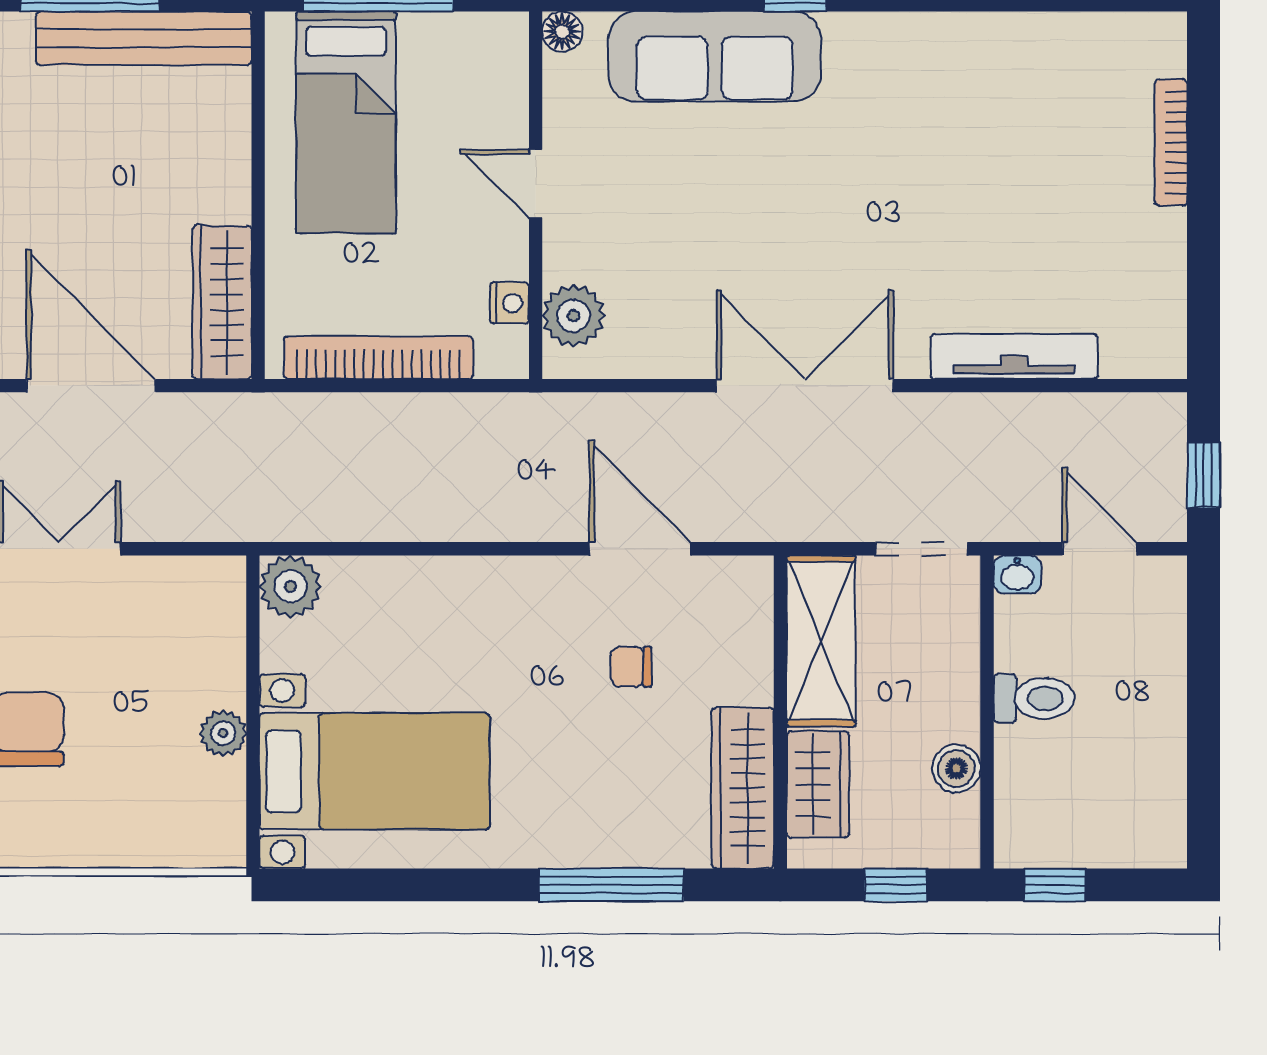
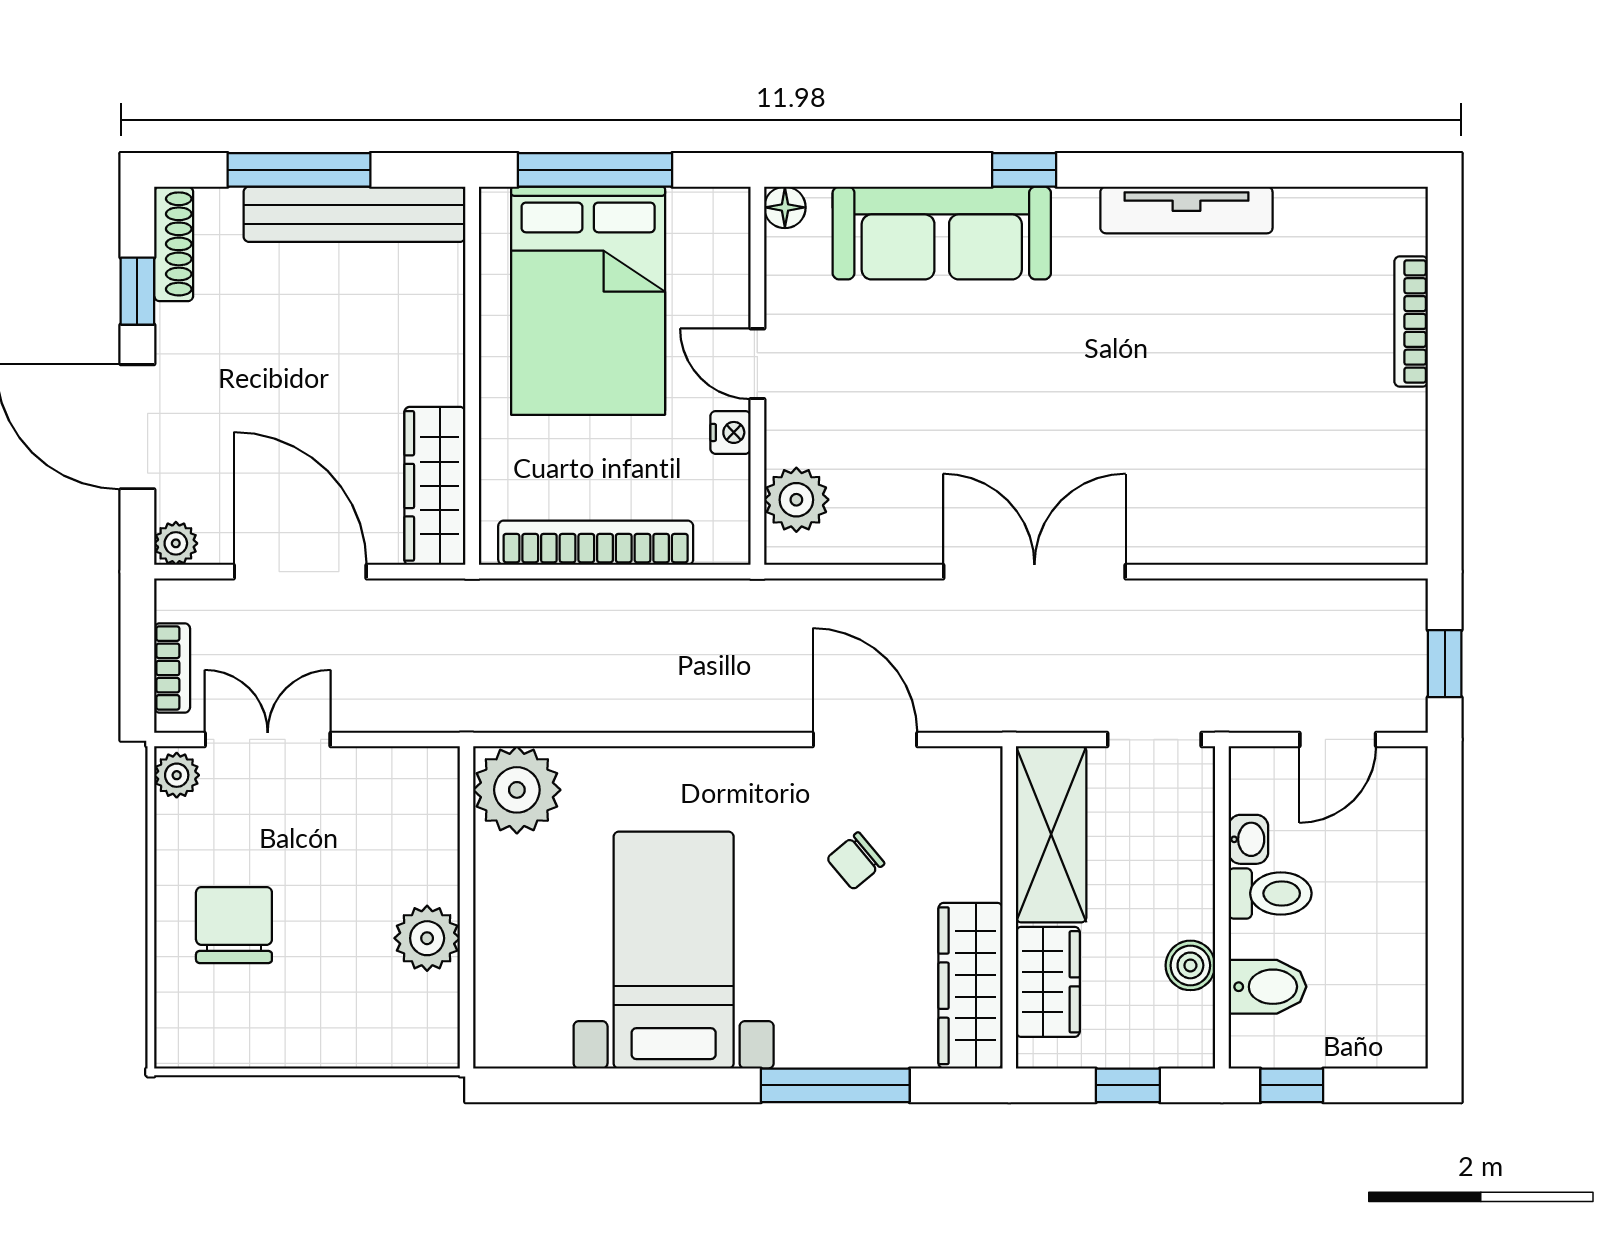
bed: (346, 122) -> (588, 301), width x1.50
nightstand: (509, 303) -> (731, 432), moved
tv unit: (1014, 356) -> (1186, 210), moved, turned 180
door: (1100, 549) -> (1338, 739), swing flipped
washbasin: (1017, 575) -> (1248, 839), moved, turned -90
plant: (290, 586) -> (517, 790), width x1.36, depth x1.36
chair: (631, 667) -> (856, 861), turned -40
plant: (223, 733) -> (427, 938), width x1.38, depth x1.38
bed with nightstands: (374, 771) -> (674, 950), moved, turned -90
bidet: (1031, 789) -> (1267, 987), added

